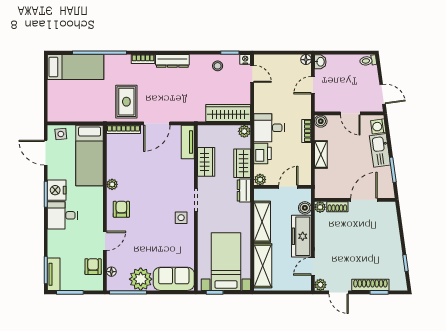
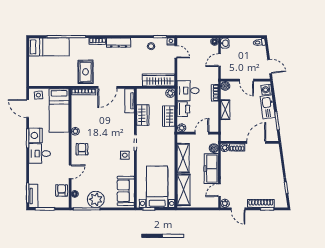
dresser: (244, 190) -> (170, 136), removed
sofa: (174, 279) -> (126, 191), moved, turned -90

